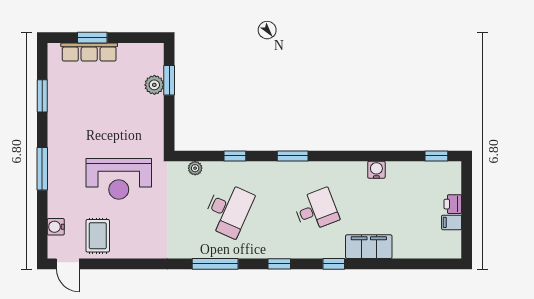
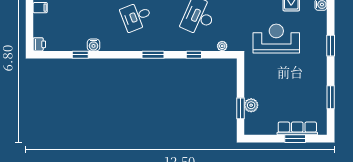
window: (436, 156) -> (80, 55), moved
window: (42, 169) -> (331, 46), width x0.69
printer: (453, 204) -> (39, 44), moved

